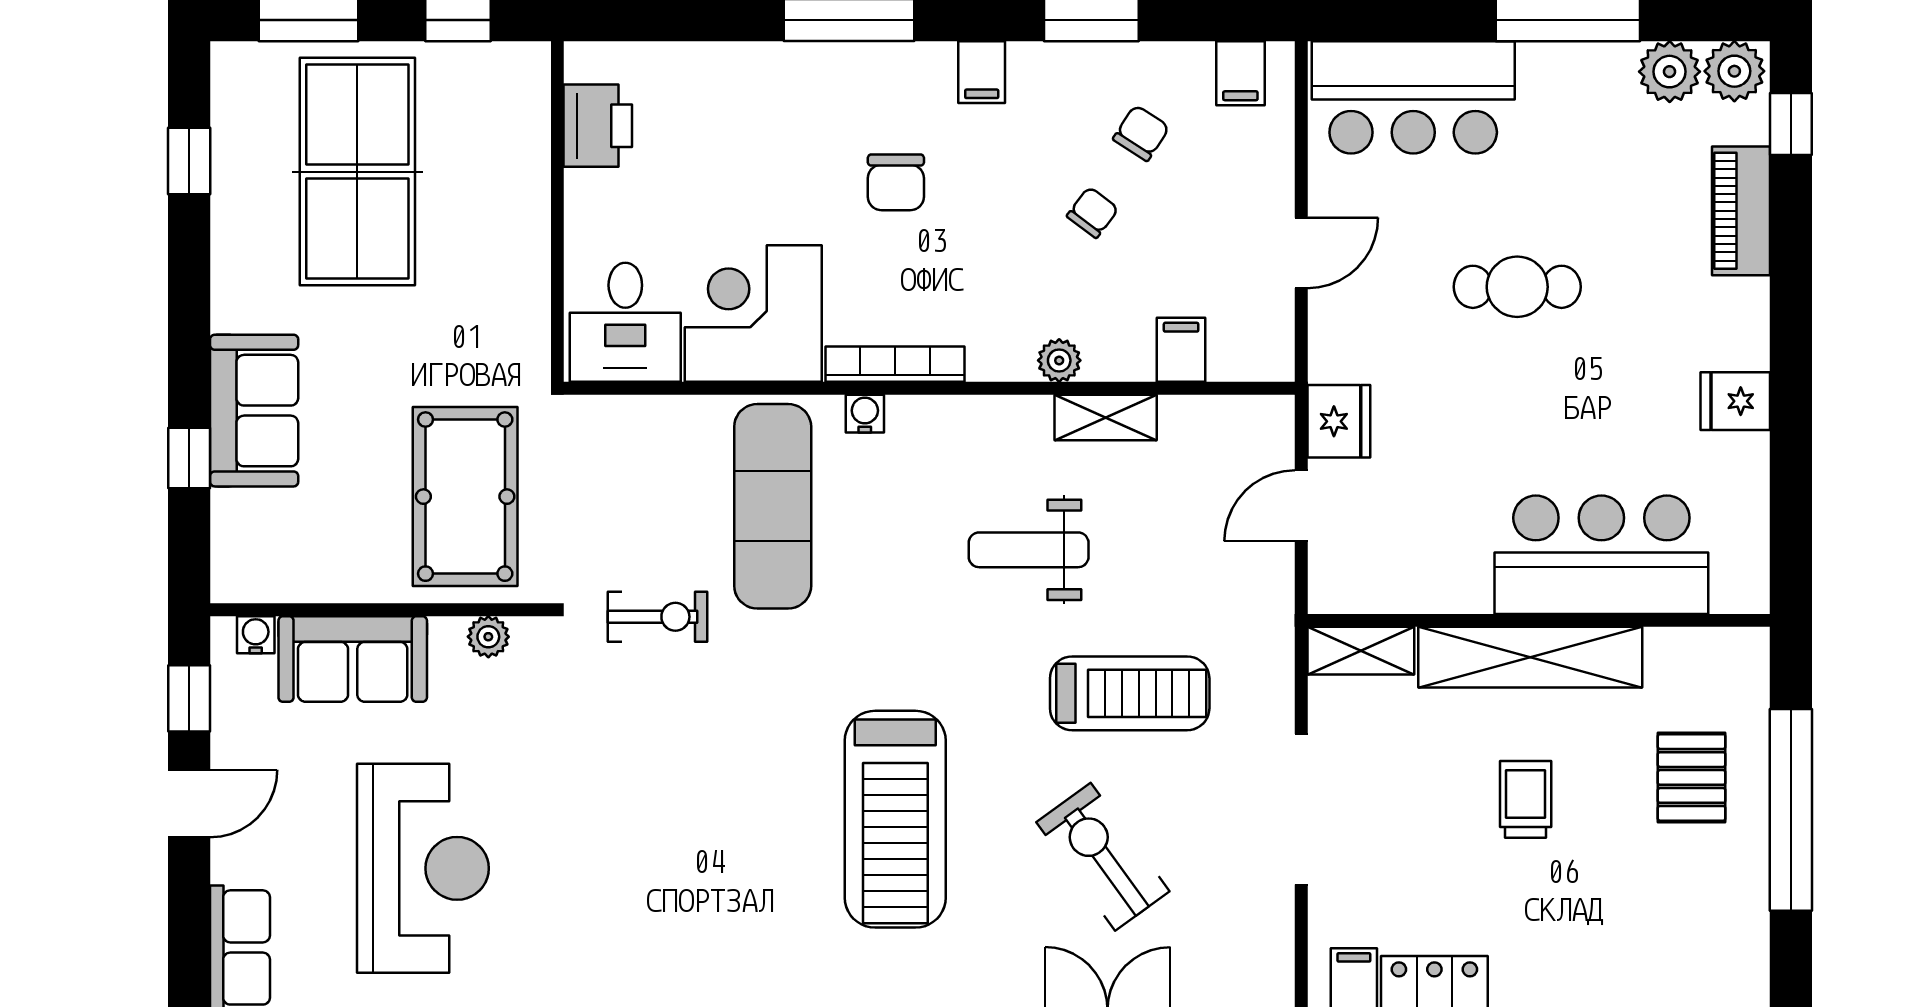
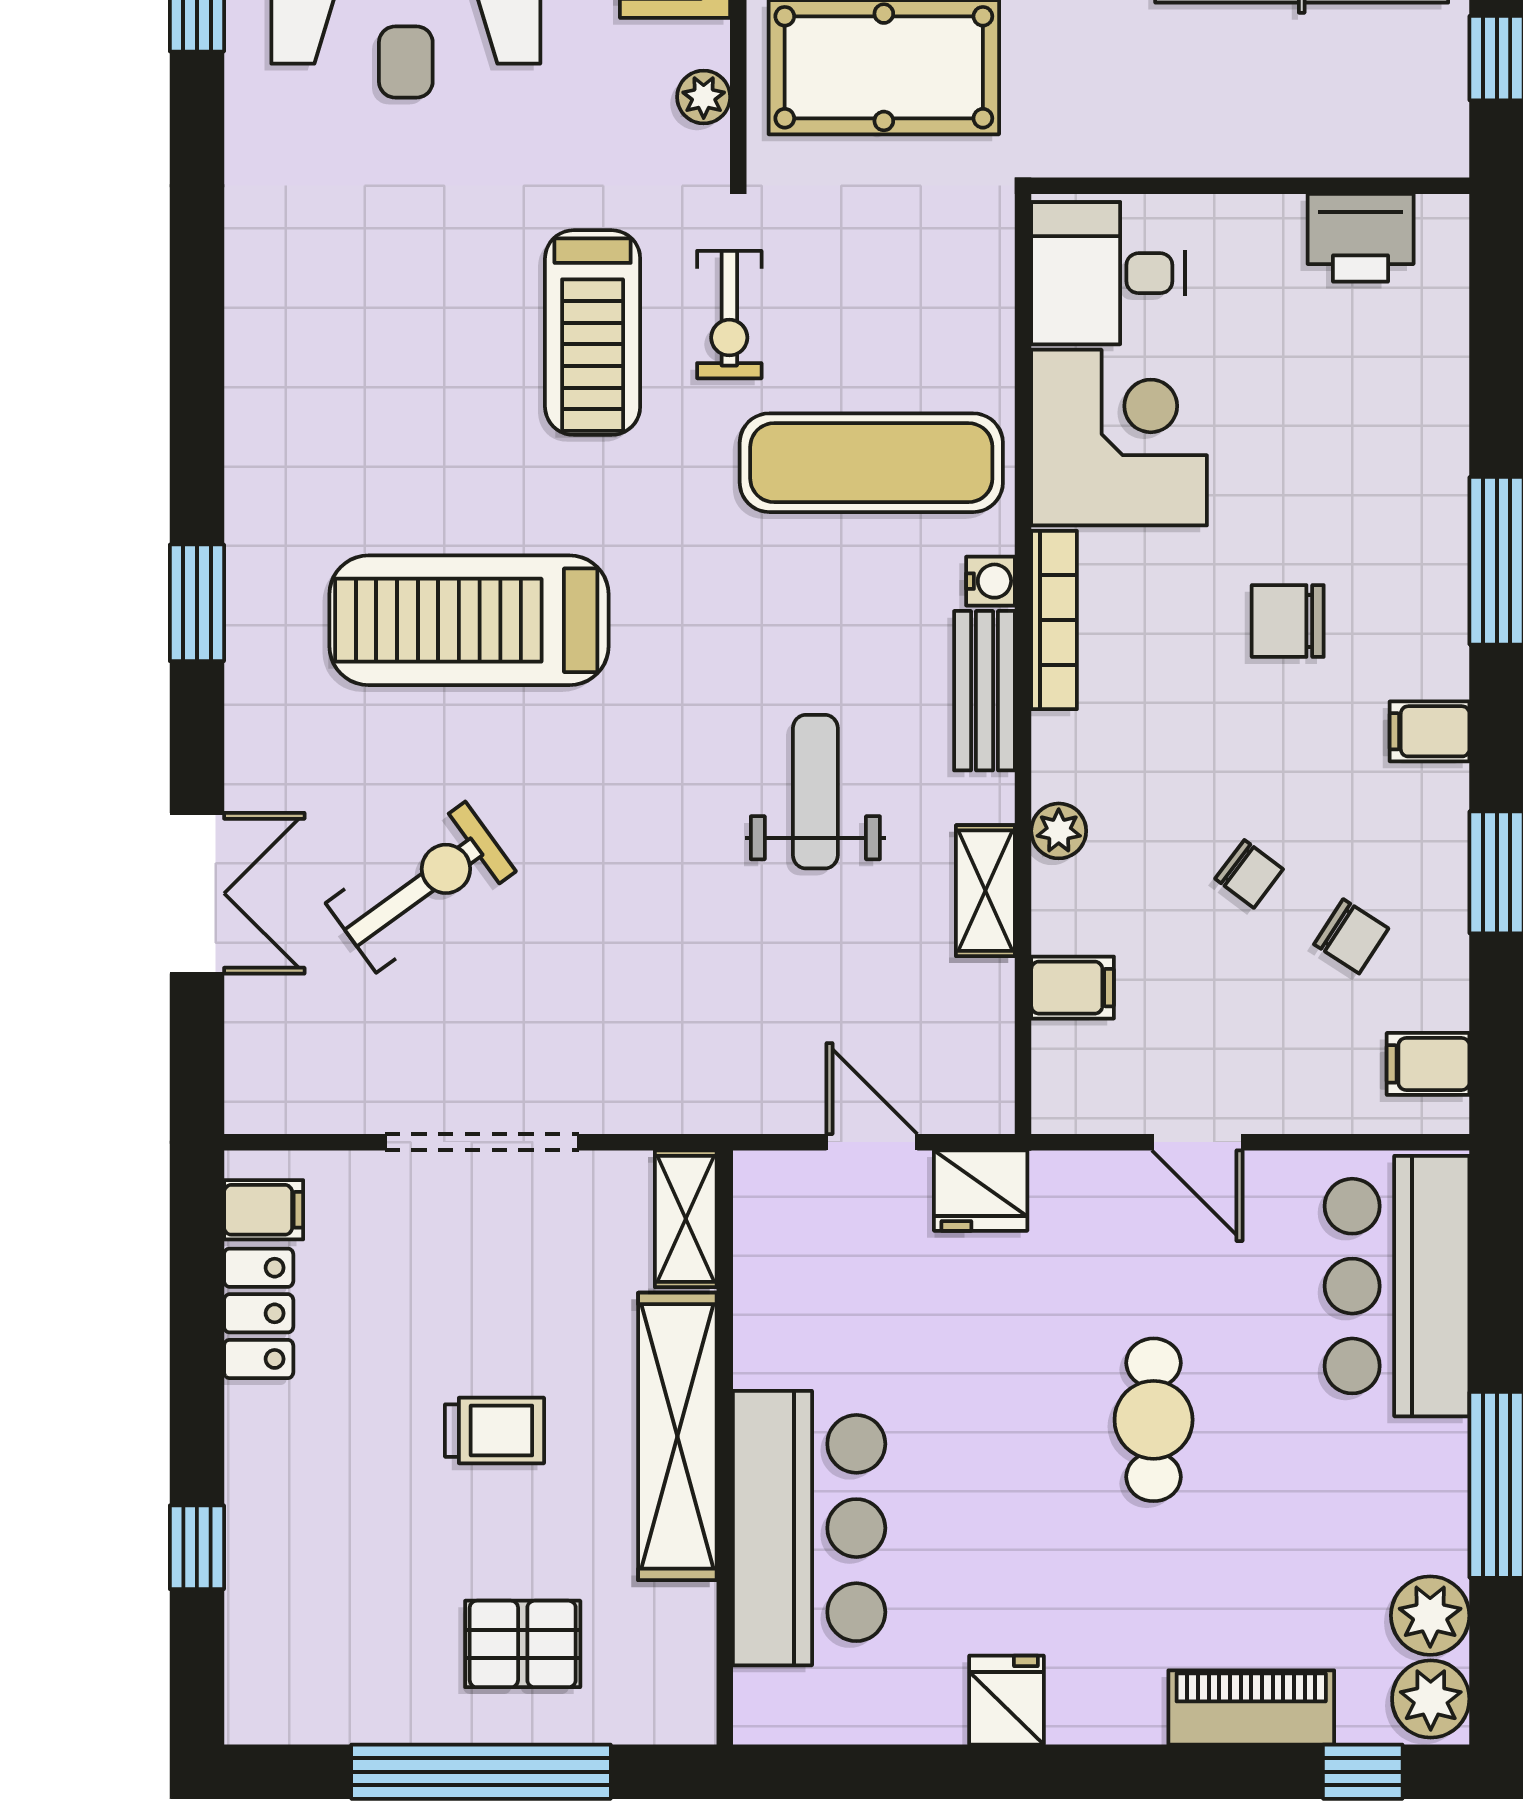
bench: (950, 418) -> (985, 691), added
treadmill: (1130, 693) -> (593, 333), moved

